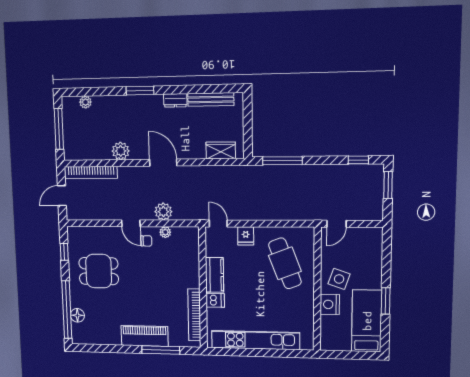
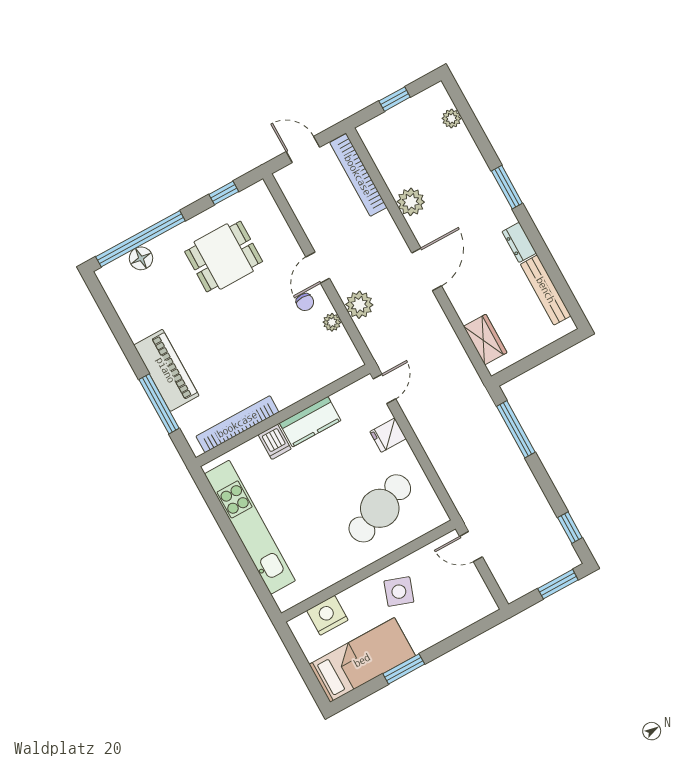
window: (59, 129) -> (395, 99), width x0.46
dining table: (99, 271) -> (224, 257), turned 90
nightstand: (330, 304) -> (327, 615), moved

